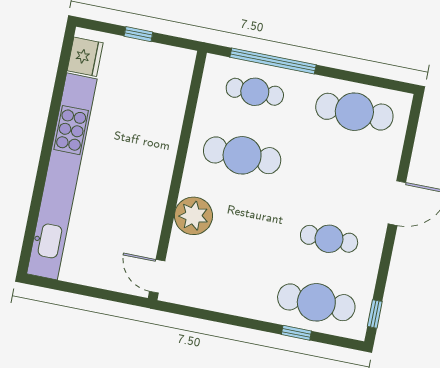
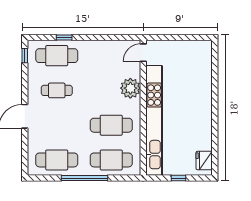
window: (273, 61) -> (85, 178), moved
cafe table: (255, 92) -> (111, 160), width x1.37, depth x1.35
kitchen unit: (62, 176) -> (154, 120), moved, turned 180
door: (157, 276) -> (143, 53), swing flipped

